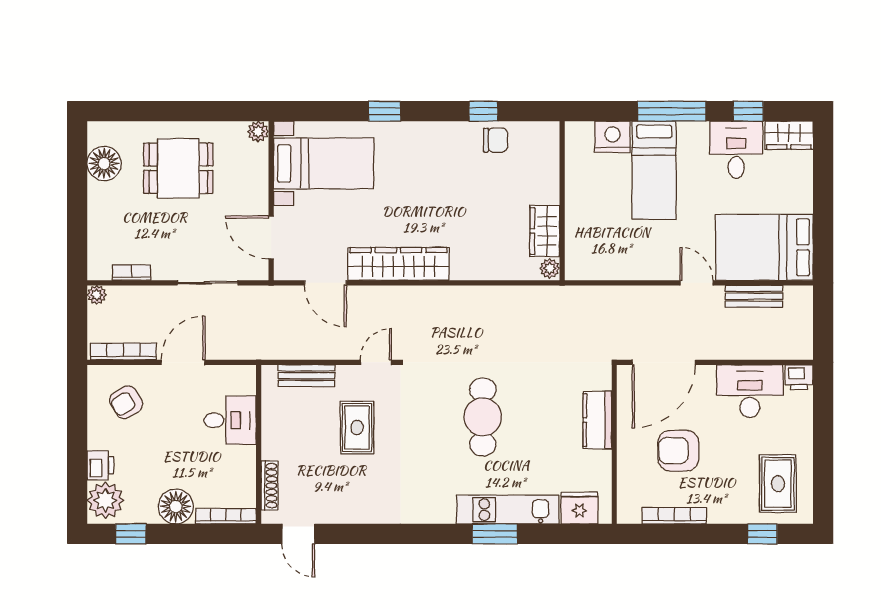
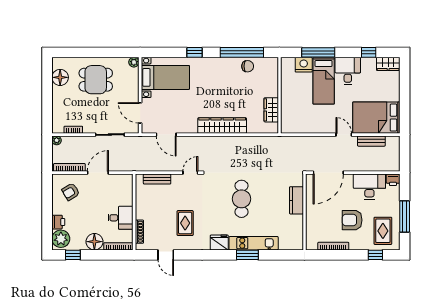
window: (483, 111) -> (242, 52), width x3.17
window: (672, 111) -> (318, 52), moved
desk: (736, 150) -> (348, 71), moved
wardrobe: (398, 264) -> (222, 126), moved
plant: (550, 268) -> (274, 128), removed
desk: (230, 420) -> (121, 218), moved
rug: (357, 428) -> (185, 223), moved
armchair: (678, 451) -> (352, 220), moved
window: (823, 454) -> (405, 217), added
fridge: (579, 508) -> (219, 242), moved
door: (298, 534) -> (166, 255), moved

